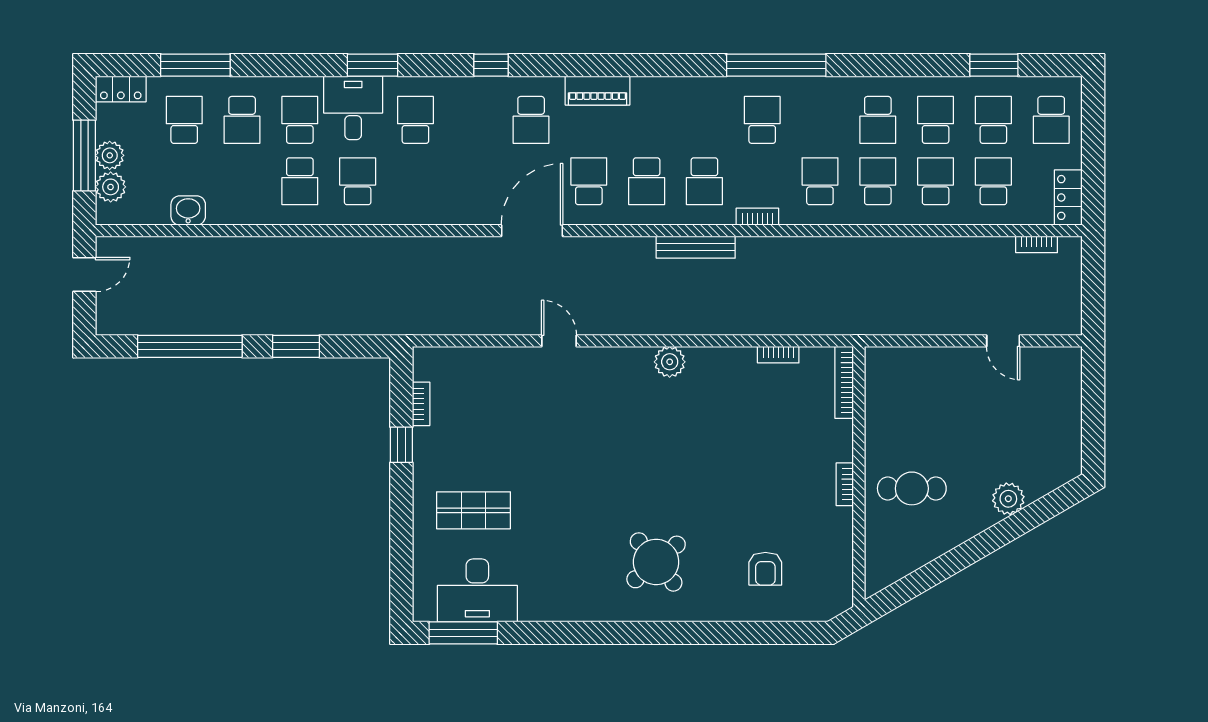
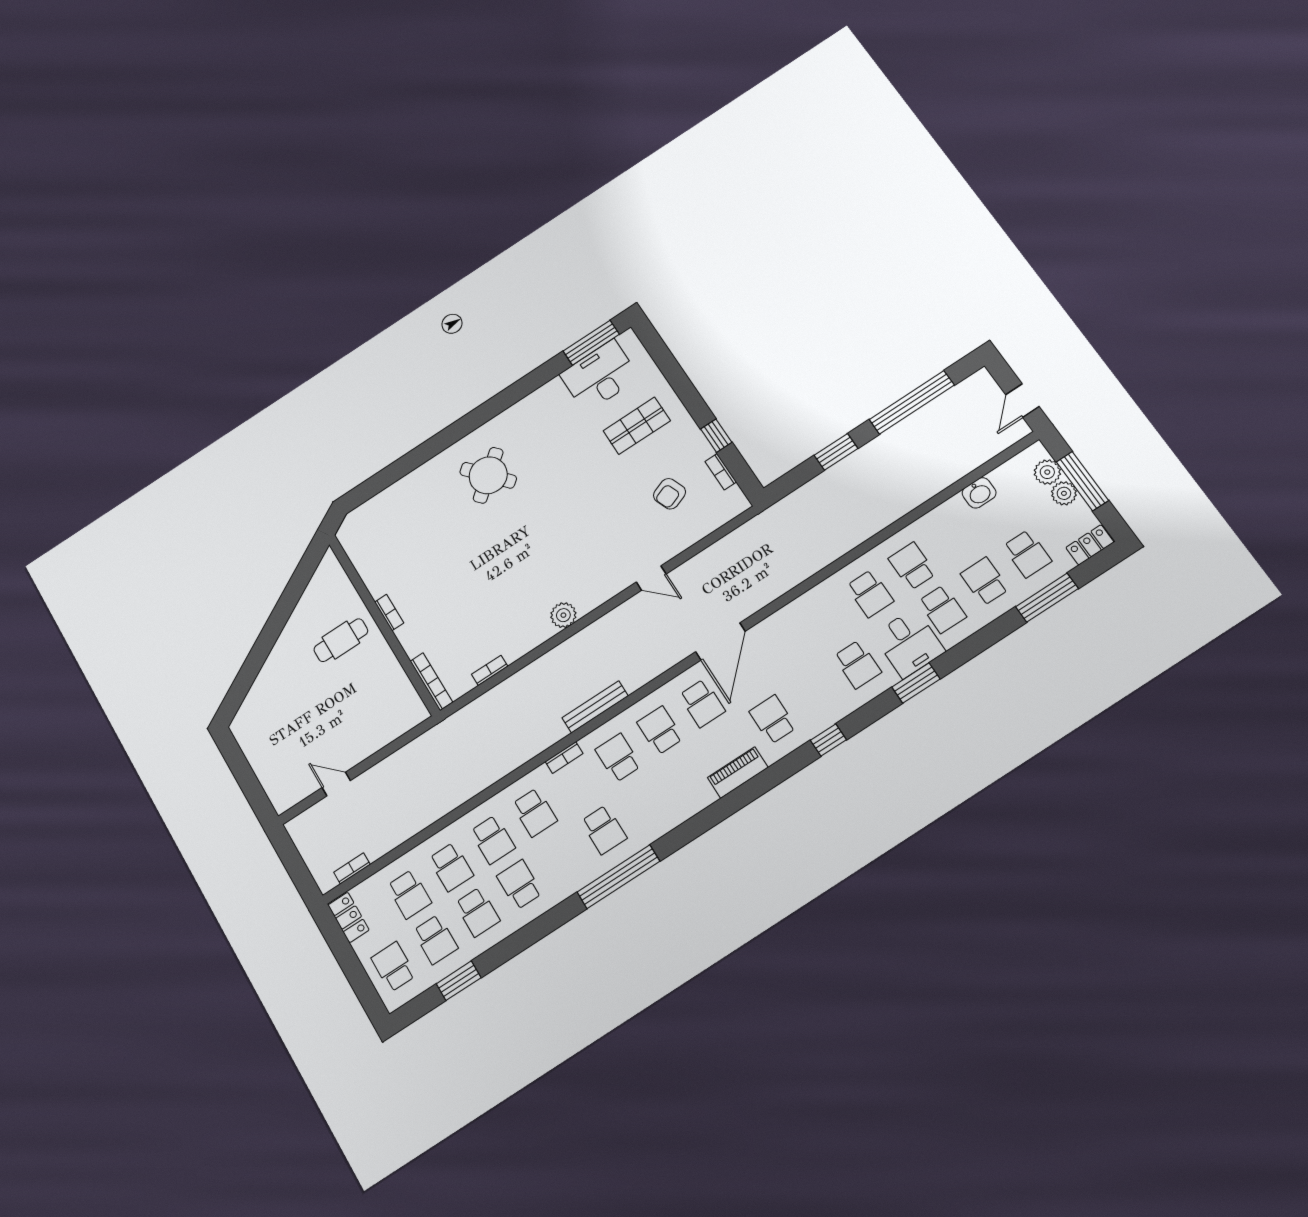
plant: (1008, 499) -> (270, 677), removed
armchair: (765, 569) -> (670, 494), moved, turned -111

